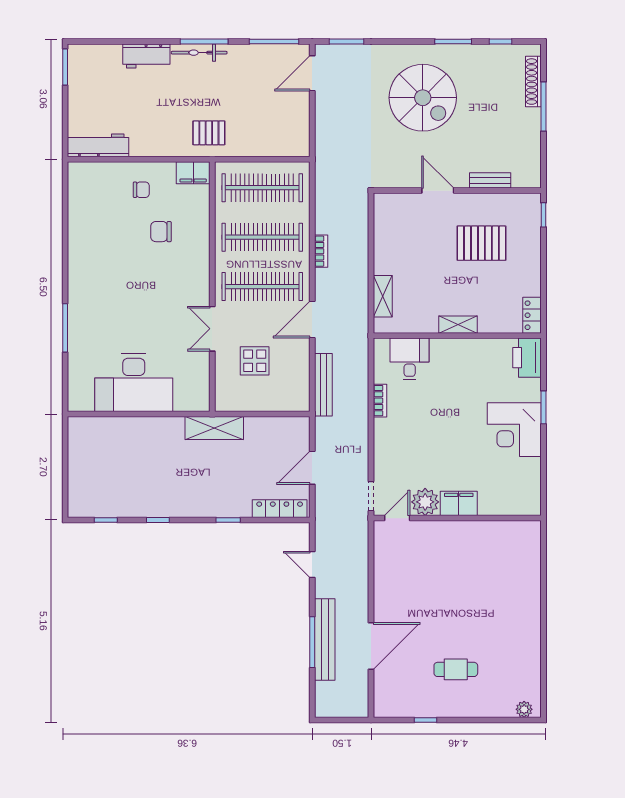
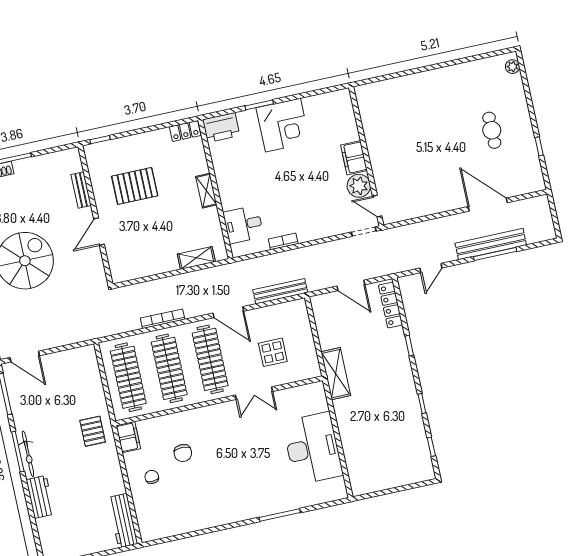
pallet: (481, 243) -> (135, 186), turned 90
bookcase: (321, 251) -> (163, 319), width x1.56

